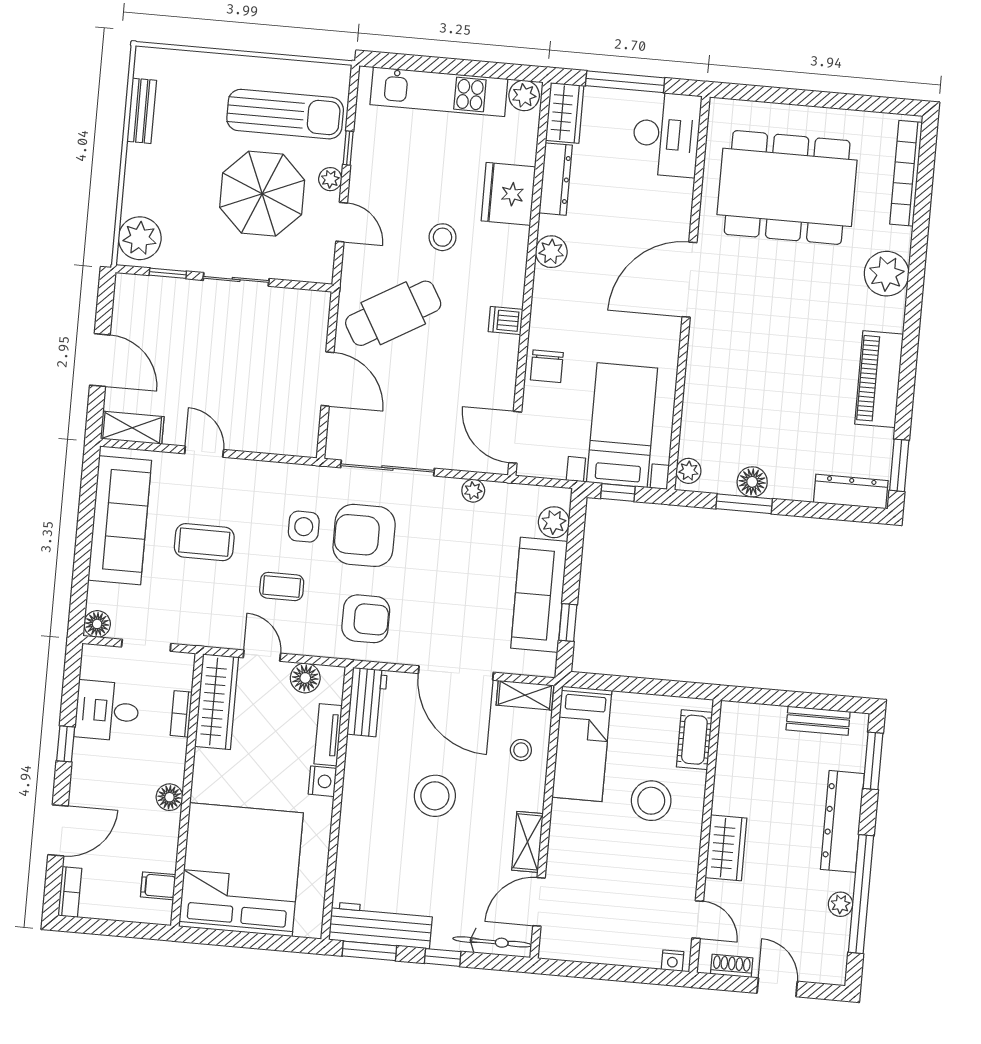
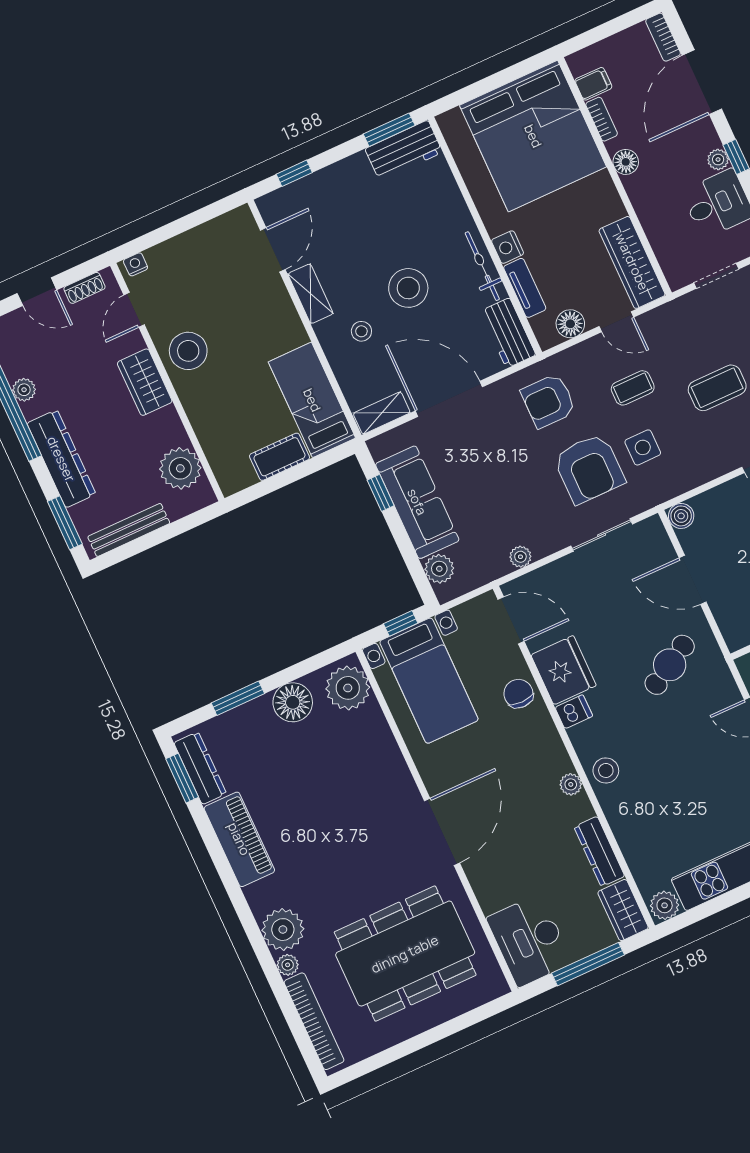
fridge: (508, 194) -> (564, 670), moved
stool: (442, 237) -> (606, 770), moved
plant: (901, 239) -> (288, 965), added
plant: (551, 252) -> (571, 784), width x0.73, depth x0.73
cafe table: (393, 313) -> (670, 665), width x0.73, depth x0.74
boiler: (305, 444) -> (681, 516), added
sliding door: (387, 468) -> (602, 535), width x0.73
plant: (688, 471) -> (348, 688), width x1.88, depth x1.88
floor lamp: (752, 482) -> (293, 702), width x1.38, depth x1.38
dresser: (851, 491) -> (200, 768), moved, turned -90
window: (744, 504) -> (238, 698), moved
armchair: (364, 535) -> (589, 469), turned 90
bookcase: (181, 714) -> (602, 119), moved
bench: (818, 721) -> (129, 530), width x1.36
cot: (694, 740) -> (279, 457), moved, turned 90
stool: (521, 750) -> (361, 331), moved
plant: (739, 750) -> (180, 468), added
plant: (84, 751) -> (718, 159), added
stool: (651, 801) -> (188, 351), moved
door: (58, 830) -> (702, 82), width x1.36
door: (698, 920) -> (134, 310), hinge flipped
workbench: (381, 925) -> (404, 151), width x0.73
bicycle: (492, 942) -> (482, 266), moved, turned 90
window: (443, 957) -> (294, 173), moved

